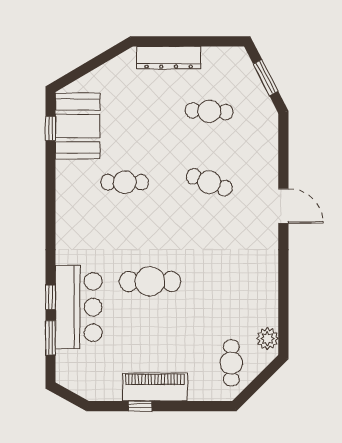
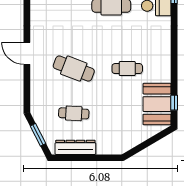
dresser: (169, 58) -> (75, 147), moved
cafe table: (209, 182) -> (74, 69), width x1.37, depth x1.35

